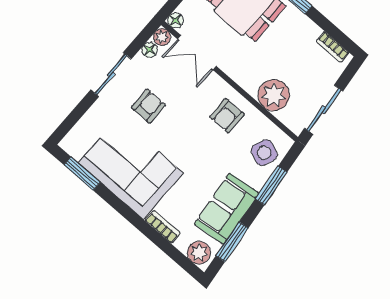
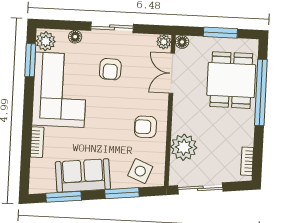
floor lamp: (150, 50) -> (75, 37), moved
armchair: (148, 106) -> (110, 69), turned 92
plant: (199, 253) -> (46, 41), moved

